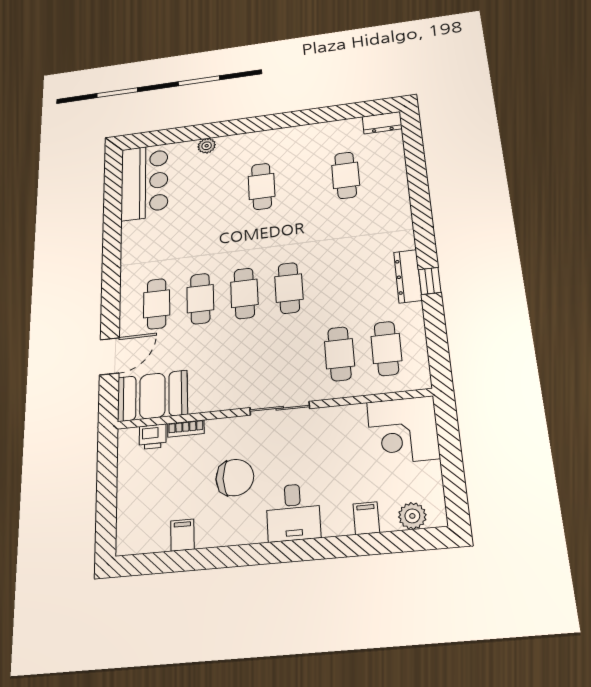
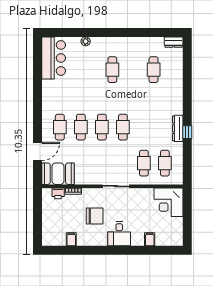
plant: (412, 516) -> (169, 240), removed

